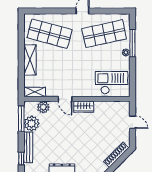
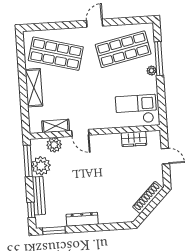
shelving: (35, 92) -> (56, 126), moved
wardrobe: (84, 107) -> (134, 139), moved

